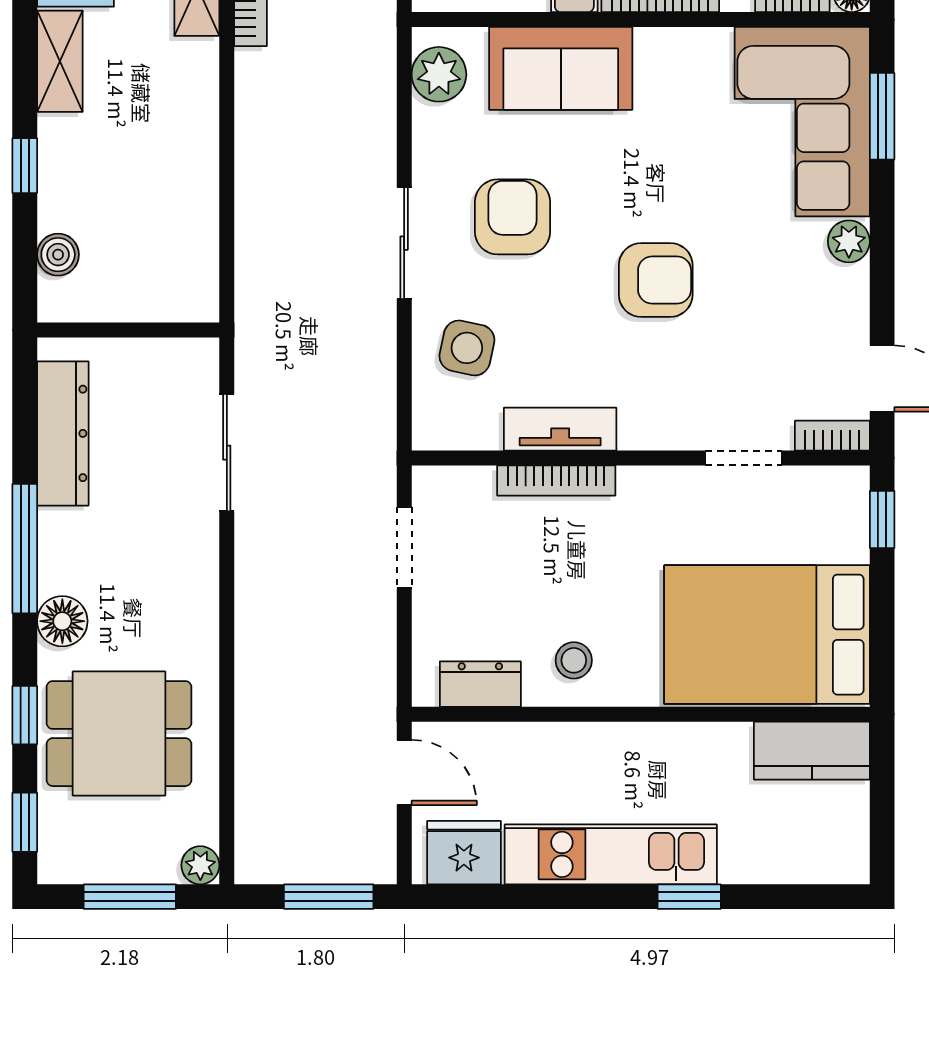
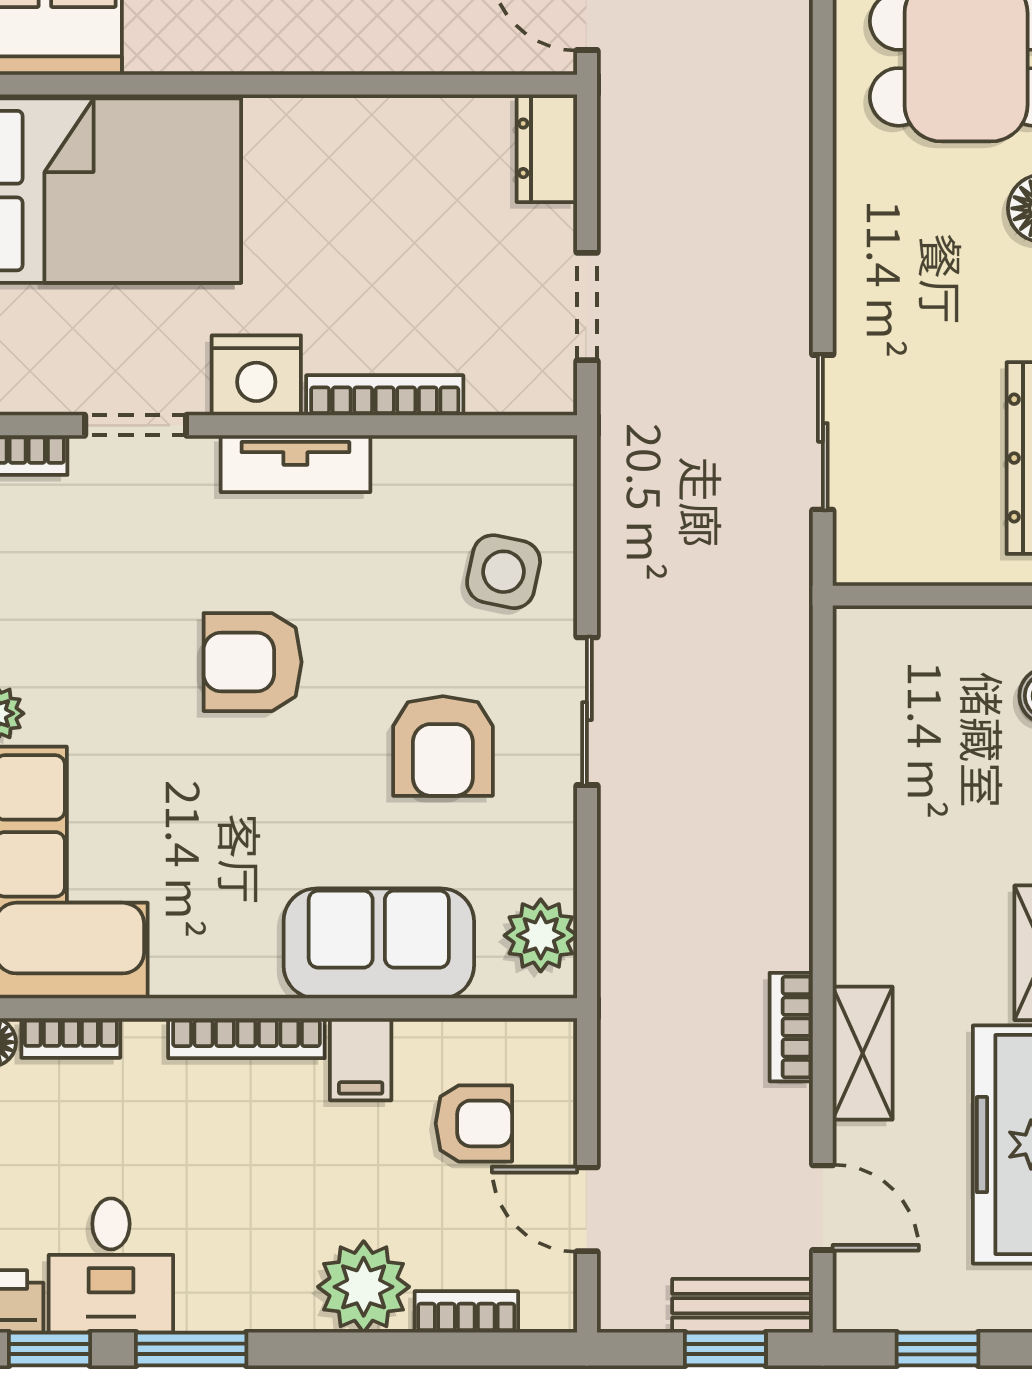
tv unit: (560, 429) -> (295, 464), moved
nightstand: (653, 496) -> (256, 375), added
stool: (574, 660) -> (361, 156), removed
dresser: (480, 684) -> (547, 148), moved, turned 90

